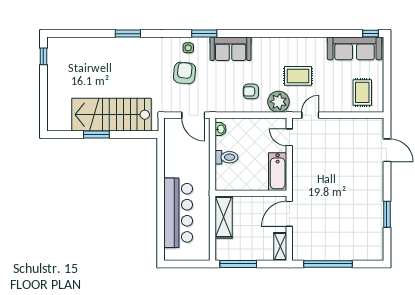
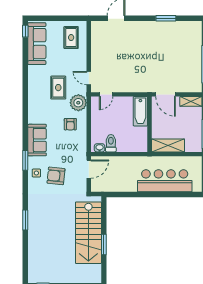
rug: (362, 92) -> (71, 38), turned 90
toilet: (226, 157) -> (111, 143), moved
bathtub: (278, 172) -> (140, 111), moved, turned 90

